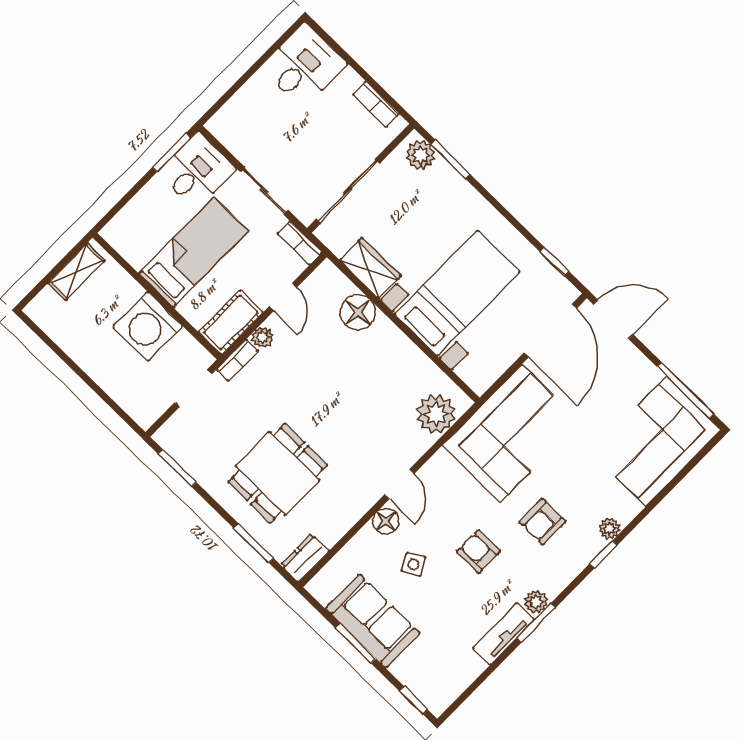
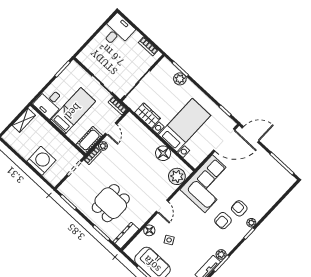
plant: (420, 155) -> (180, 79), moved
desk: (197, 171) -> (49, 103), moved, turned 180
floor lamp: (358, 312) -> (163, 153), moved
washing machine: (148, 326) -> (41, 161), moved, turned 180
door: (550, 330) -> (224, 140), hinge flipped
corner sofa: (656, 441) -> (270, 185), removed
floor lamp: (386, 521) -> (149, 230), moved
armchair: (478, 552) -> (239, 208), moved
dresser: (305, 558) -> (126, 235), width x1.44

